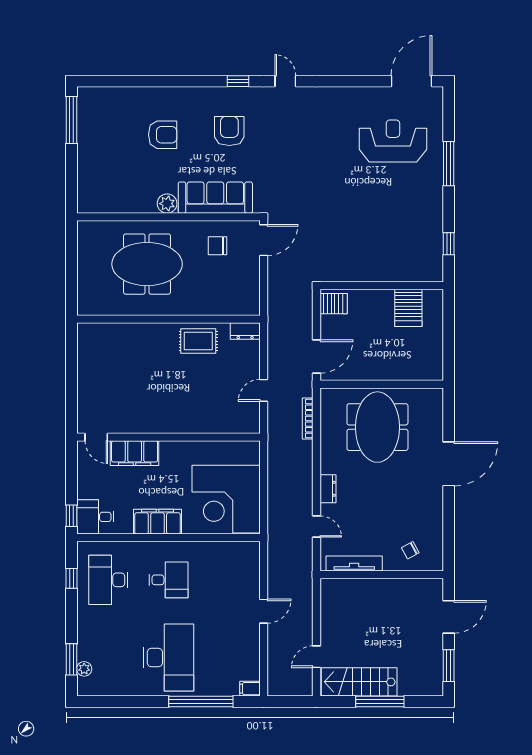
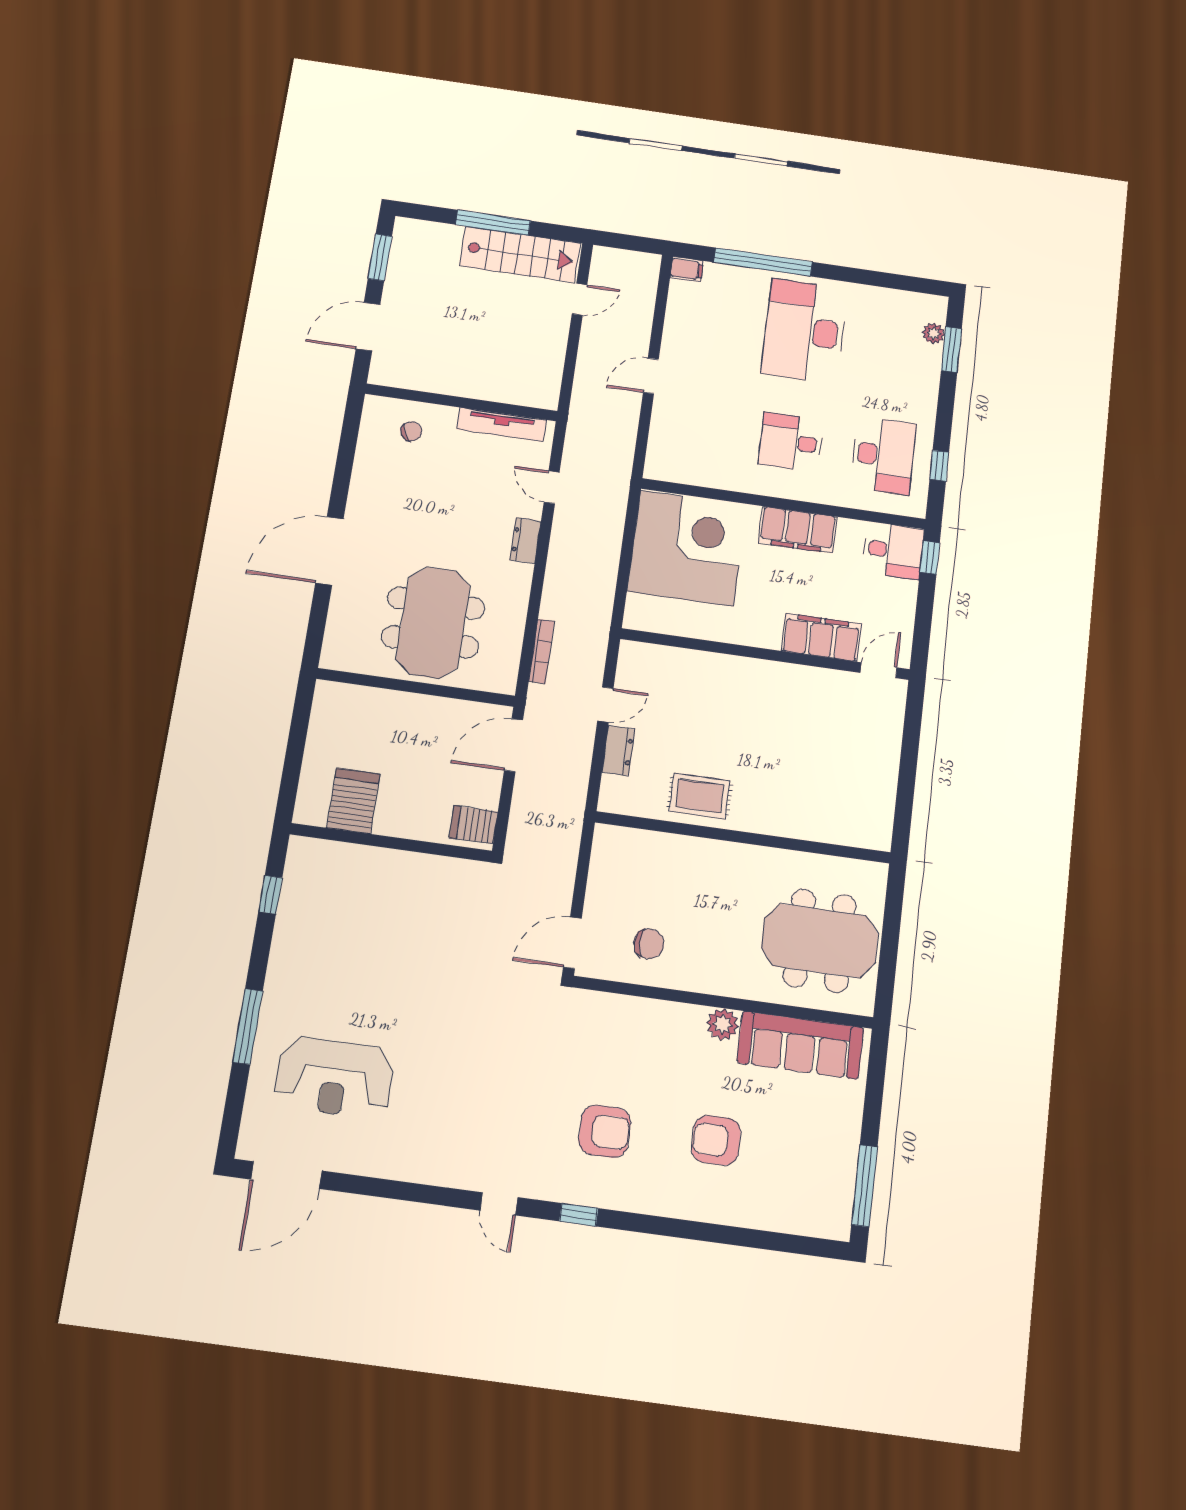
armchair: (229, 131) -> (605, 1131), turned -90
sofa: (215, 198) -> (800, 1045), moved
meeting table: (147, 264) -> (820, 941), moved
dresser: (245, 331) -> (618, 751), moved, turned 90
door: (96, 437) -> (879, 670), hinge flipped

